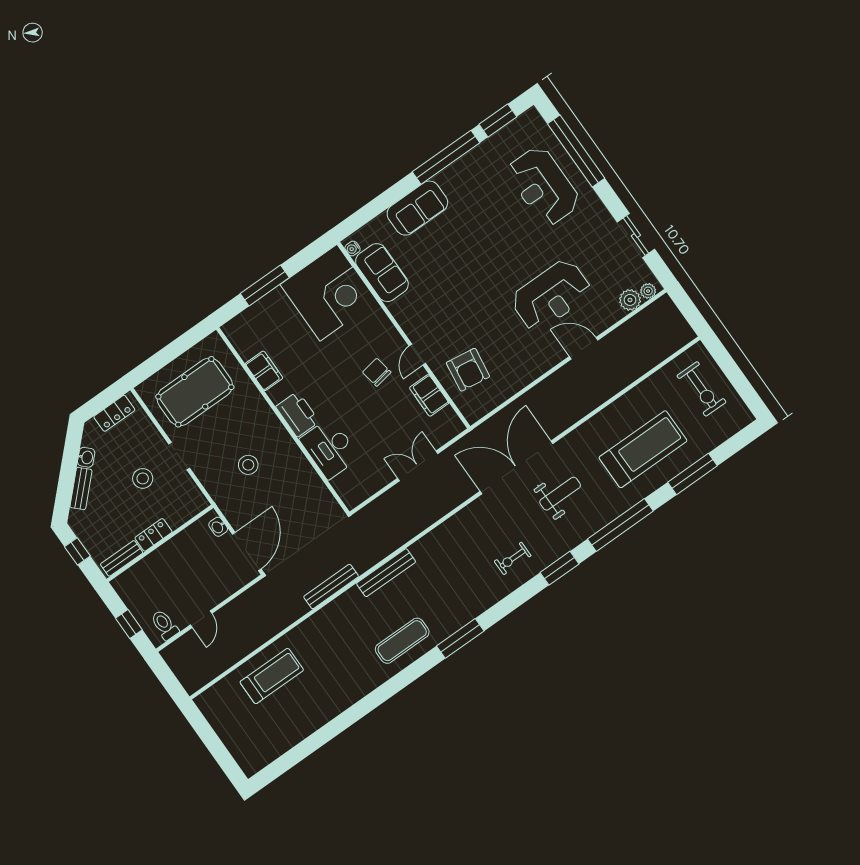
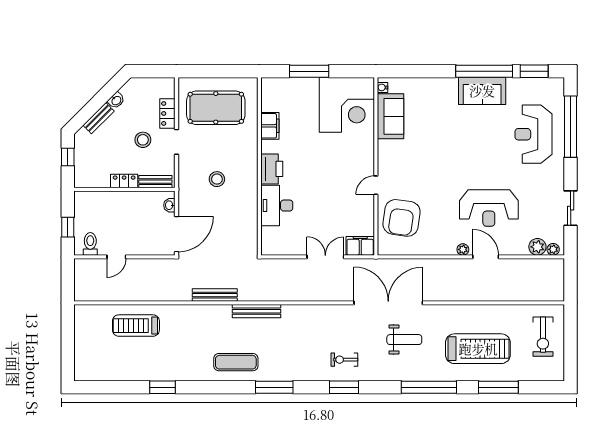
sofa: (417, 208) -> (482, 91), moved
plant: (555, 357) -> (463, 249), added
armchair: (468, 370) -> (402, 218), width x1.36, depth x1.36
chair: (377, 372) -> (342, 178), removed
filing cabinet: (429, 395) -> (360, 246), moved, turned 90
locker: (114, 413) -> (167, 113), moved, turned 90
bench: (122, 558) -> (155, 182), moved
window: (559, 568) -> (344, 387), moved
treadmill: (272, 676) -> (136, 326), turned 180
window: (344, 720) -> (162, 387), added

